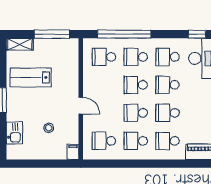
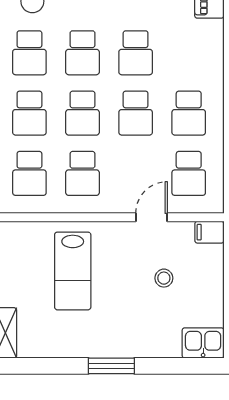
lab bench: (31, 77) -> (73, 271), moved
door: (81, 106) -> (151, 217), moved
kitchen sink: (14, 133) -> (203, 343), moved
school desk: (168, 141) -> (82, 173), moved

